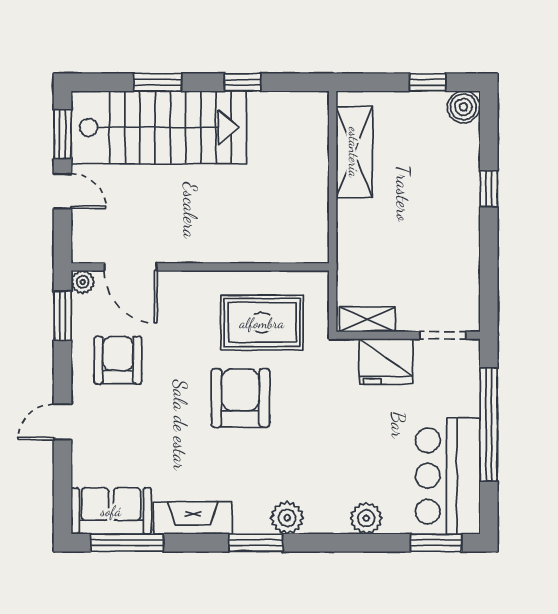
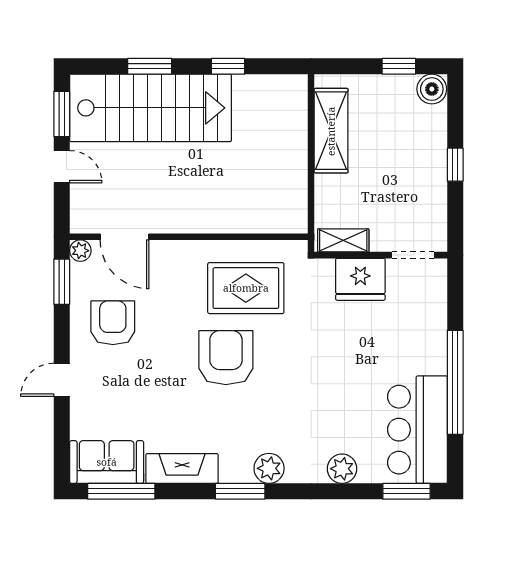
shelving: (367, 319) -> (343, 240), moved
wall: (408, 335) -> (381, 255), moved
doorway: (443, 335) -> (413, 255), moved
fridge: (386, 361) -> (360, 279), moved

